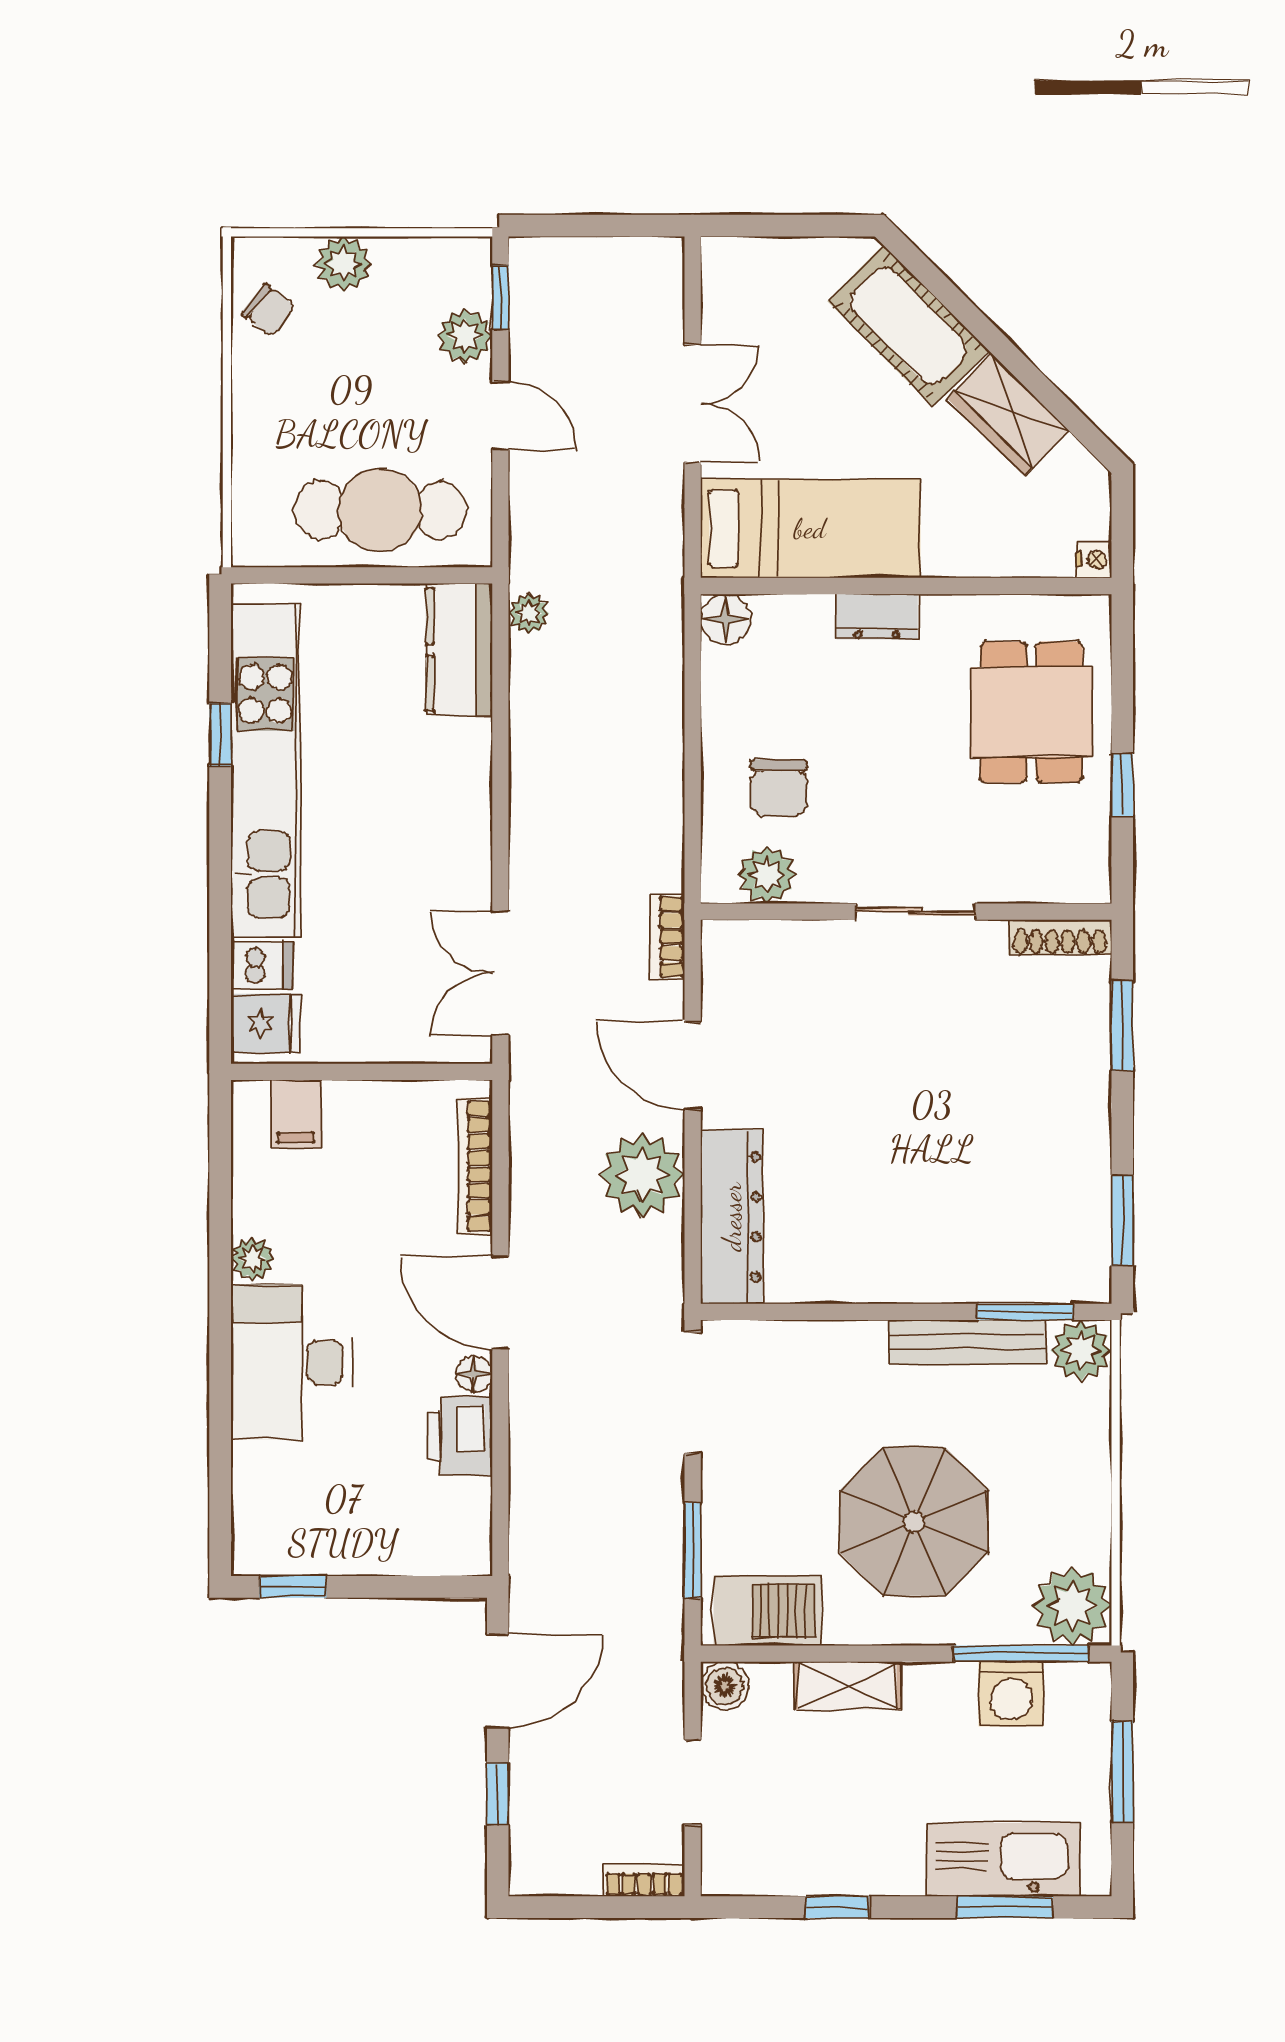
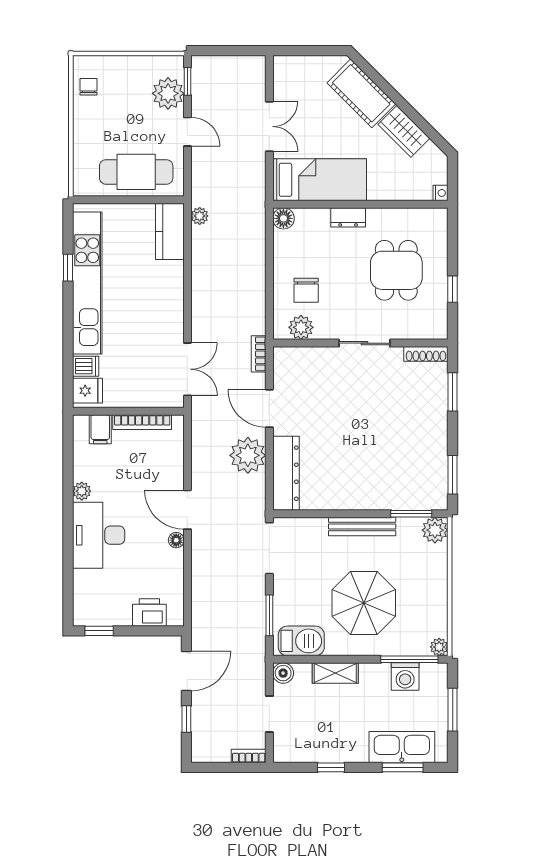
plant: (343, 264) -> (121, 67), removed
chair: (268, 310) -> (89, 87), turned -128
plant: (465, 336) -> (168, 93), width x1.36, depth x1.36
dining table: (1031, 712) -> (396, 270), moved
double door: (500, 973) -> (187, 369), swing flipped
bookcase: (475, 1166) -> (142, 422), moved, turned -90
bench: (968, 1342) -> (362, 527), moved
printer: (460, 1436) -> (149, 613), moved, turned 90
plant: (1072, 1606) -> (439, 647), width x0.53, depth x0.53

